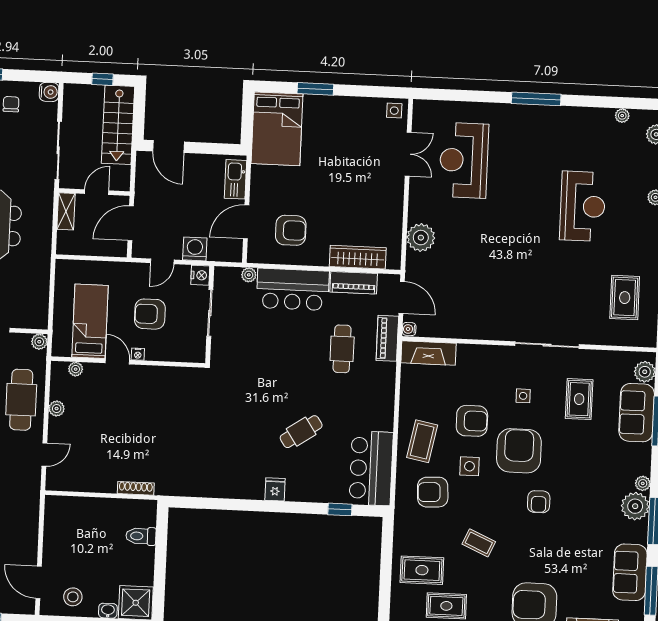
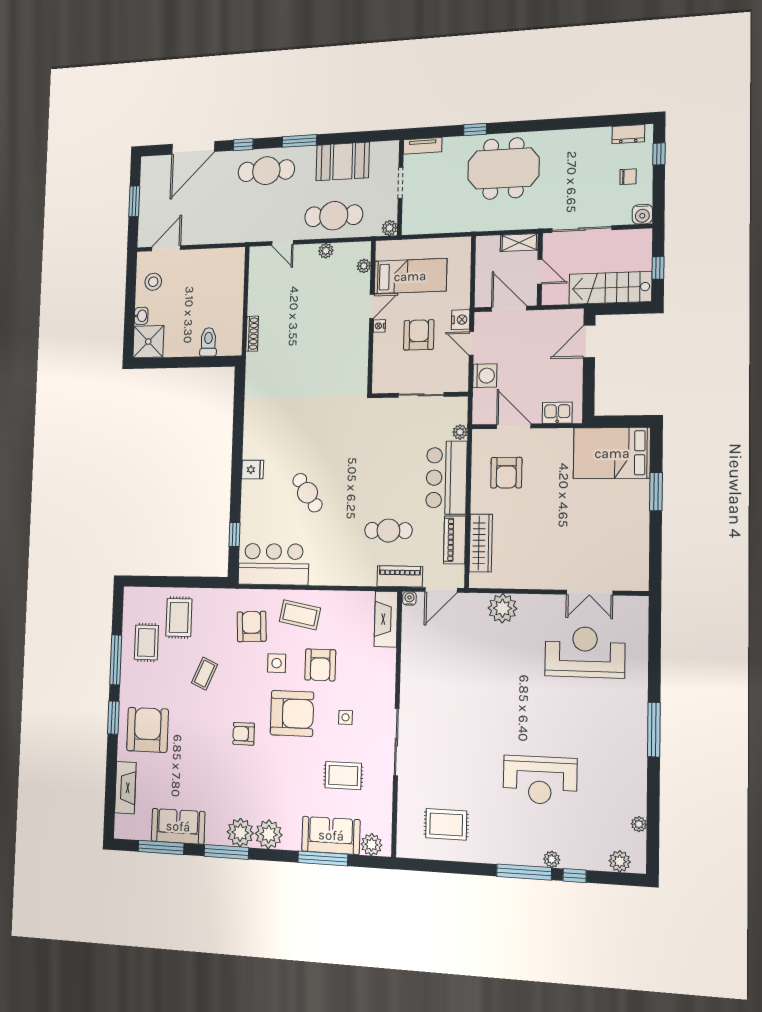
side table: (394, 111) -> (636, 576), removed
kitchen sink: (235, 179) -> (557, 413), width x0.73
nightstand: (200, 275) -> (461, 320), moved, turned -90
plant: (643, 483) -> (269, 834), width x1.87, depth x1.87

